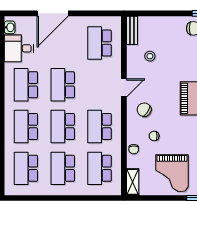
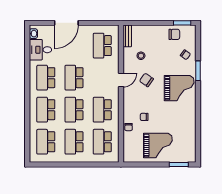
chair: (144, 110) -> (146, 80), moved
grand piano: (172, 173) -> (158, 146), turned -90
shelving: (133, 182) -> (128, 152), removed

